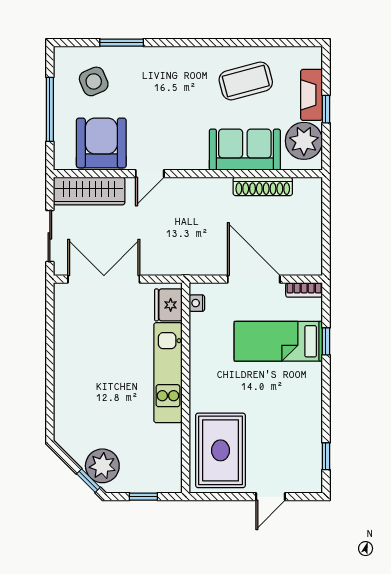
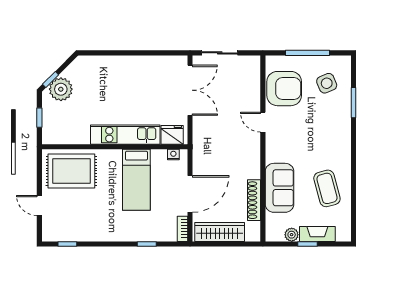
plant: (304, 141) -> (292, 235), width x0.53, depth x0.53
wardrobe: (89, 191) -> (220, 232), moved, turned 90
bed: (278, 341) -> (136, 180), moved, turned 180

